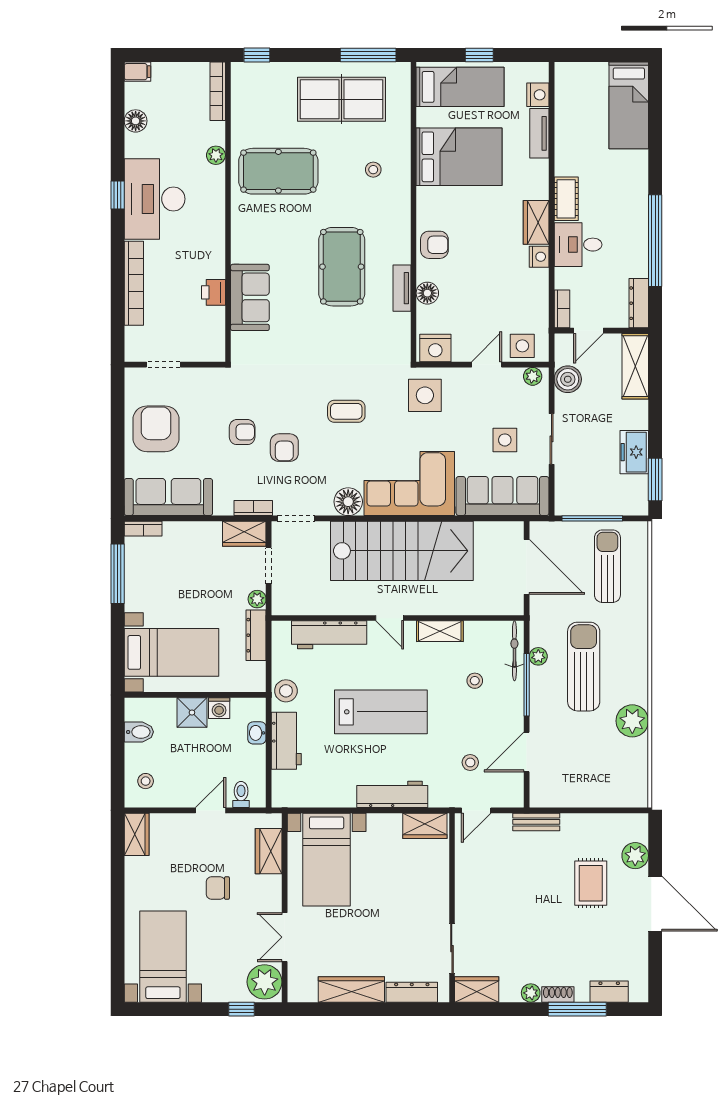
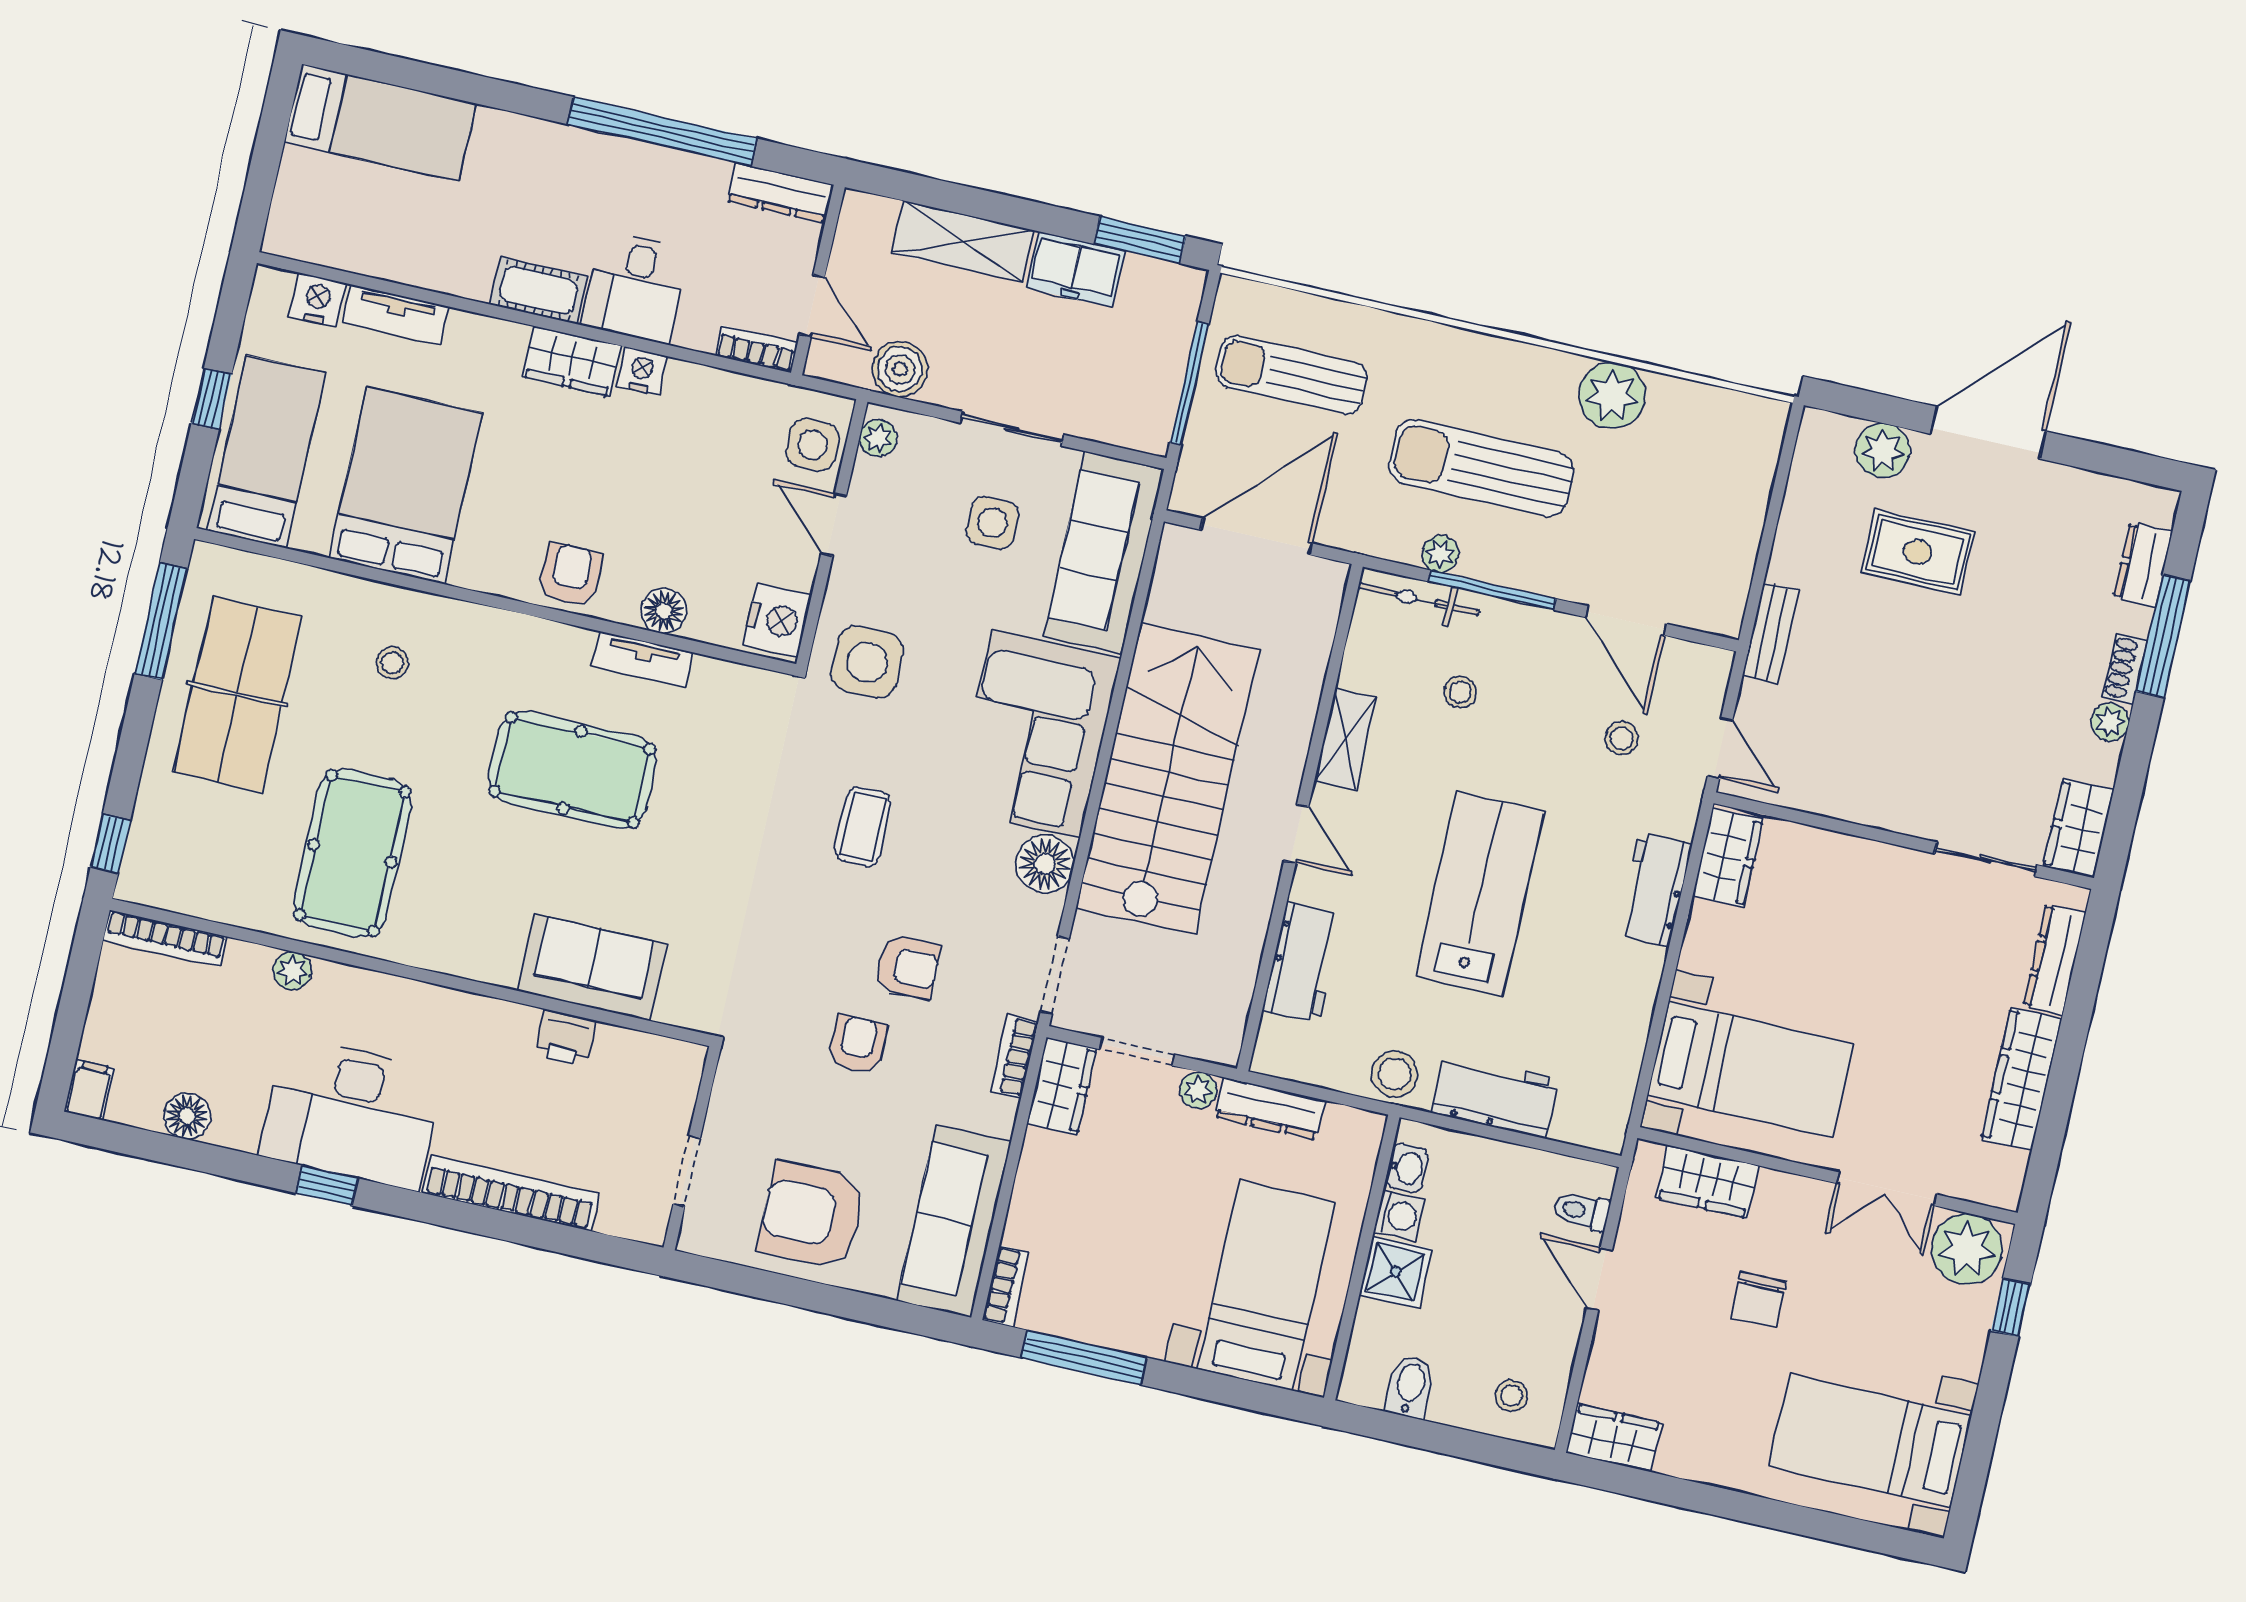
shelving: (635, 366) -> (963, 242), moved
door: (390, 618) -> (1296, 834), hinge flipped
workbench: (329, 635) -> (1302, 963), width x0.73
washbasin: (257, 733) -> (1407, 1168), moved, turned -90
workbench: (392, 794) -> (1654, 889), width x0.73

